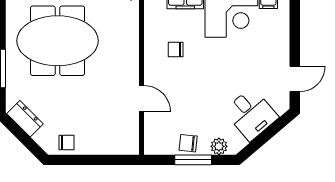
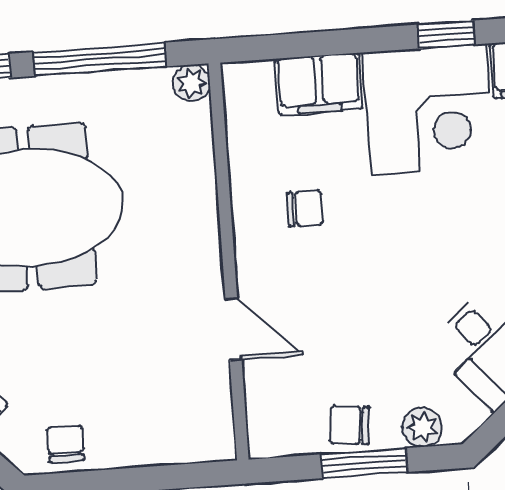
chair: (176, 50) -> (305, 209), turned 180
chair: (67, 142) -> (66, 444), turned -90

